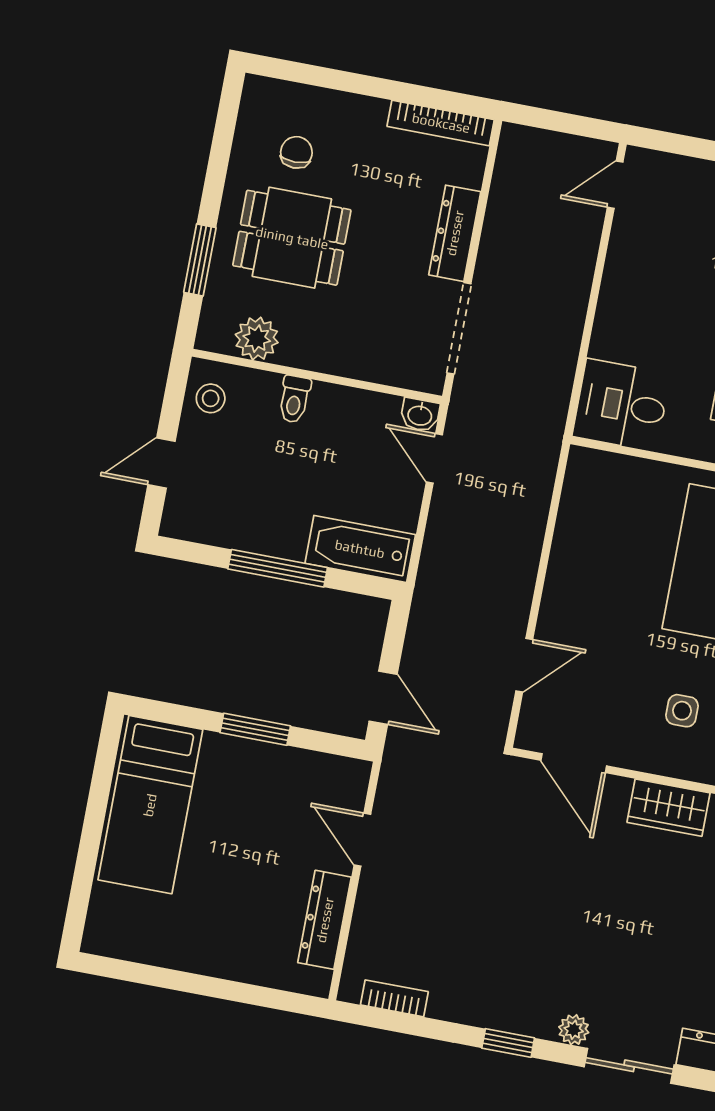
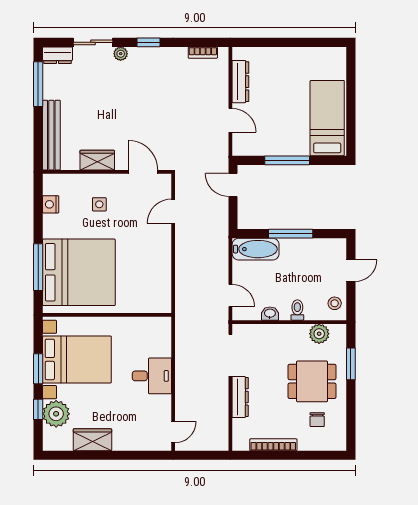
bookcase: (441, 123) -> (273, 445), moved
desk: (621, 405) -> (152, 376), moved
washbasin: (420, 415) -> (270, 314), moved
window: (255, 729) -> (287, 160), width x1.44

